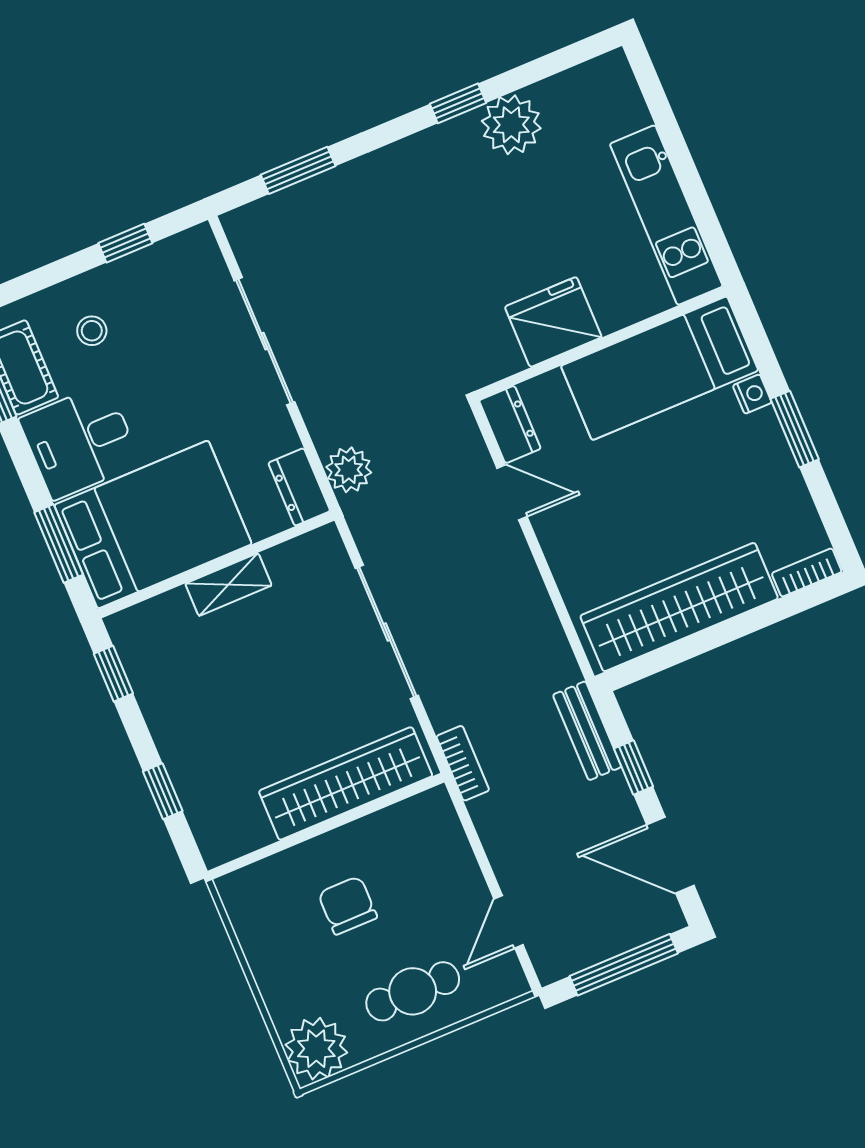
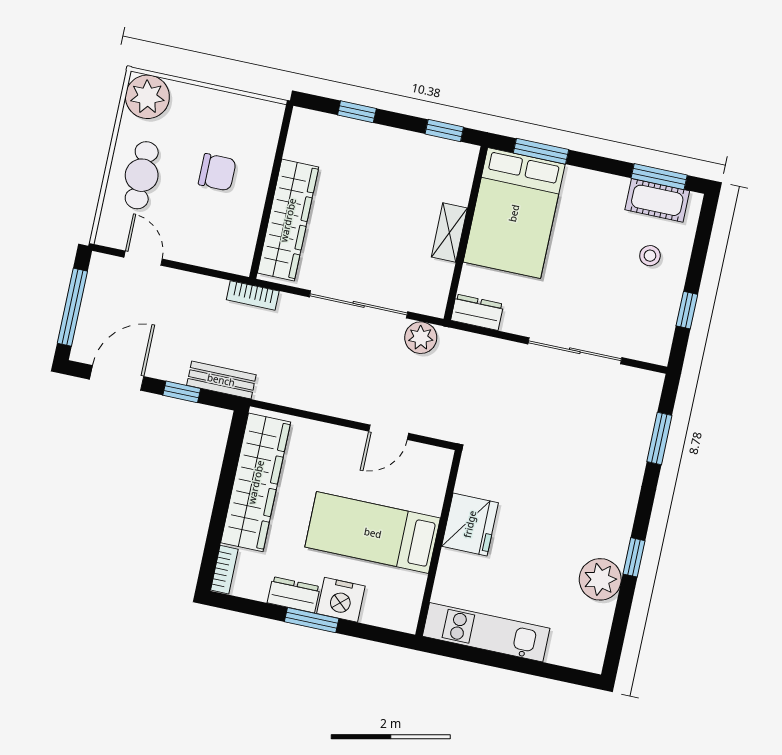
bed: (660, 368) -> (373, 533), moved, turned -90
nightstand: (752, 394) -> (341, 600), width x1.89, depth x1.79
dresser: (510, 424) -> (294, 595), moved, turned 180
desk: (80, 441) -> (591, 205), removed
plant: (349, 470) -> (421, 338), moved

